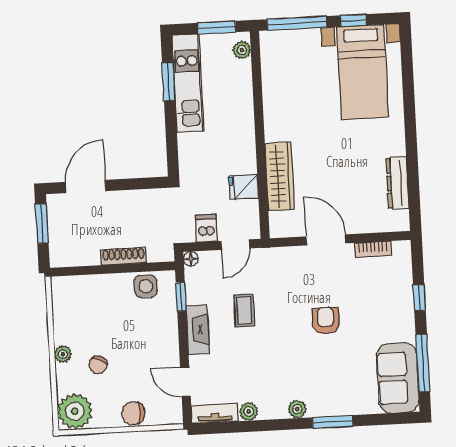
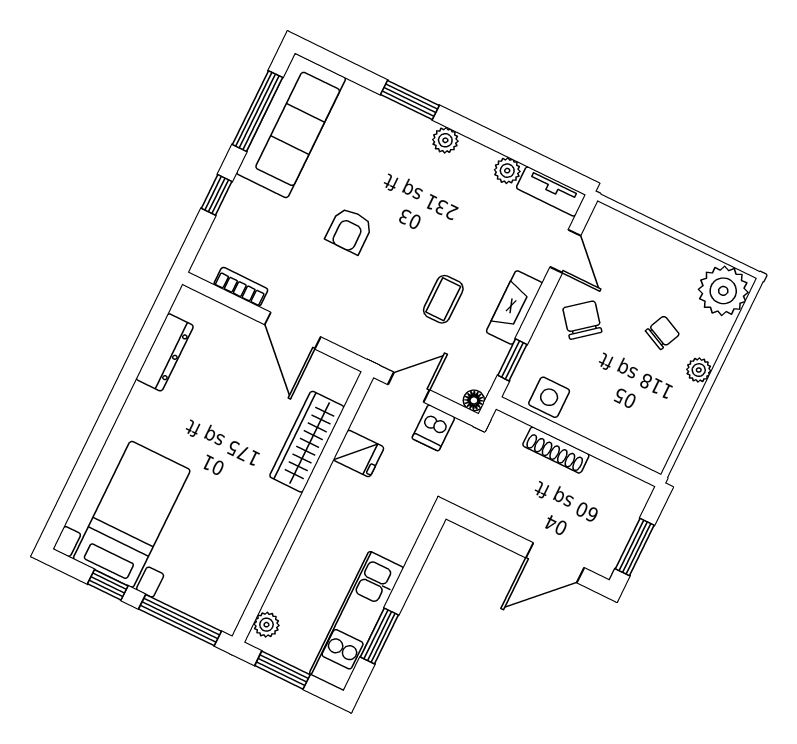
sofa: (398, 378) -> (291, 126), width x1.36
chair: (133, 413) -> (582, 320), moved, turned -129

